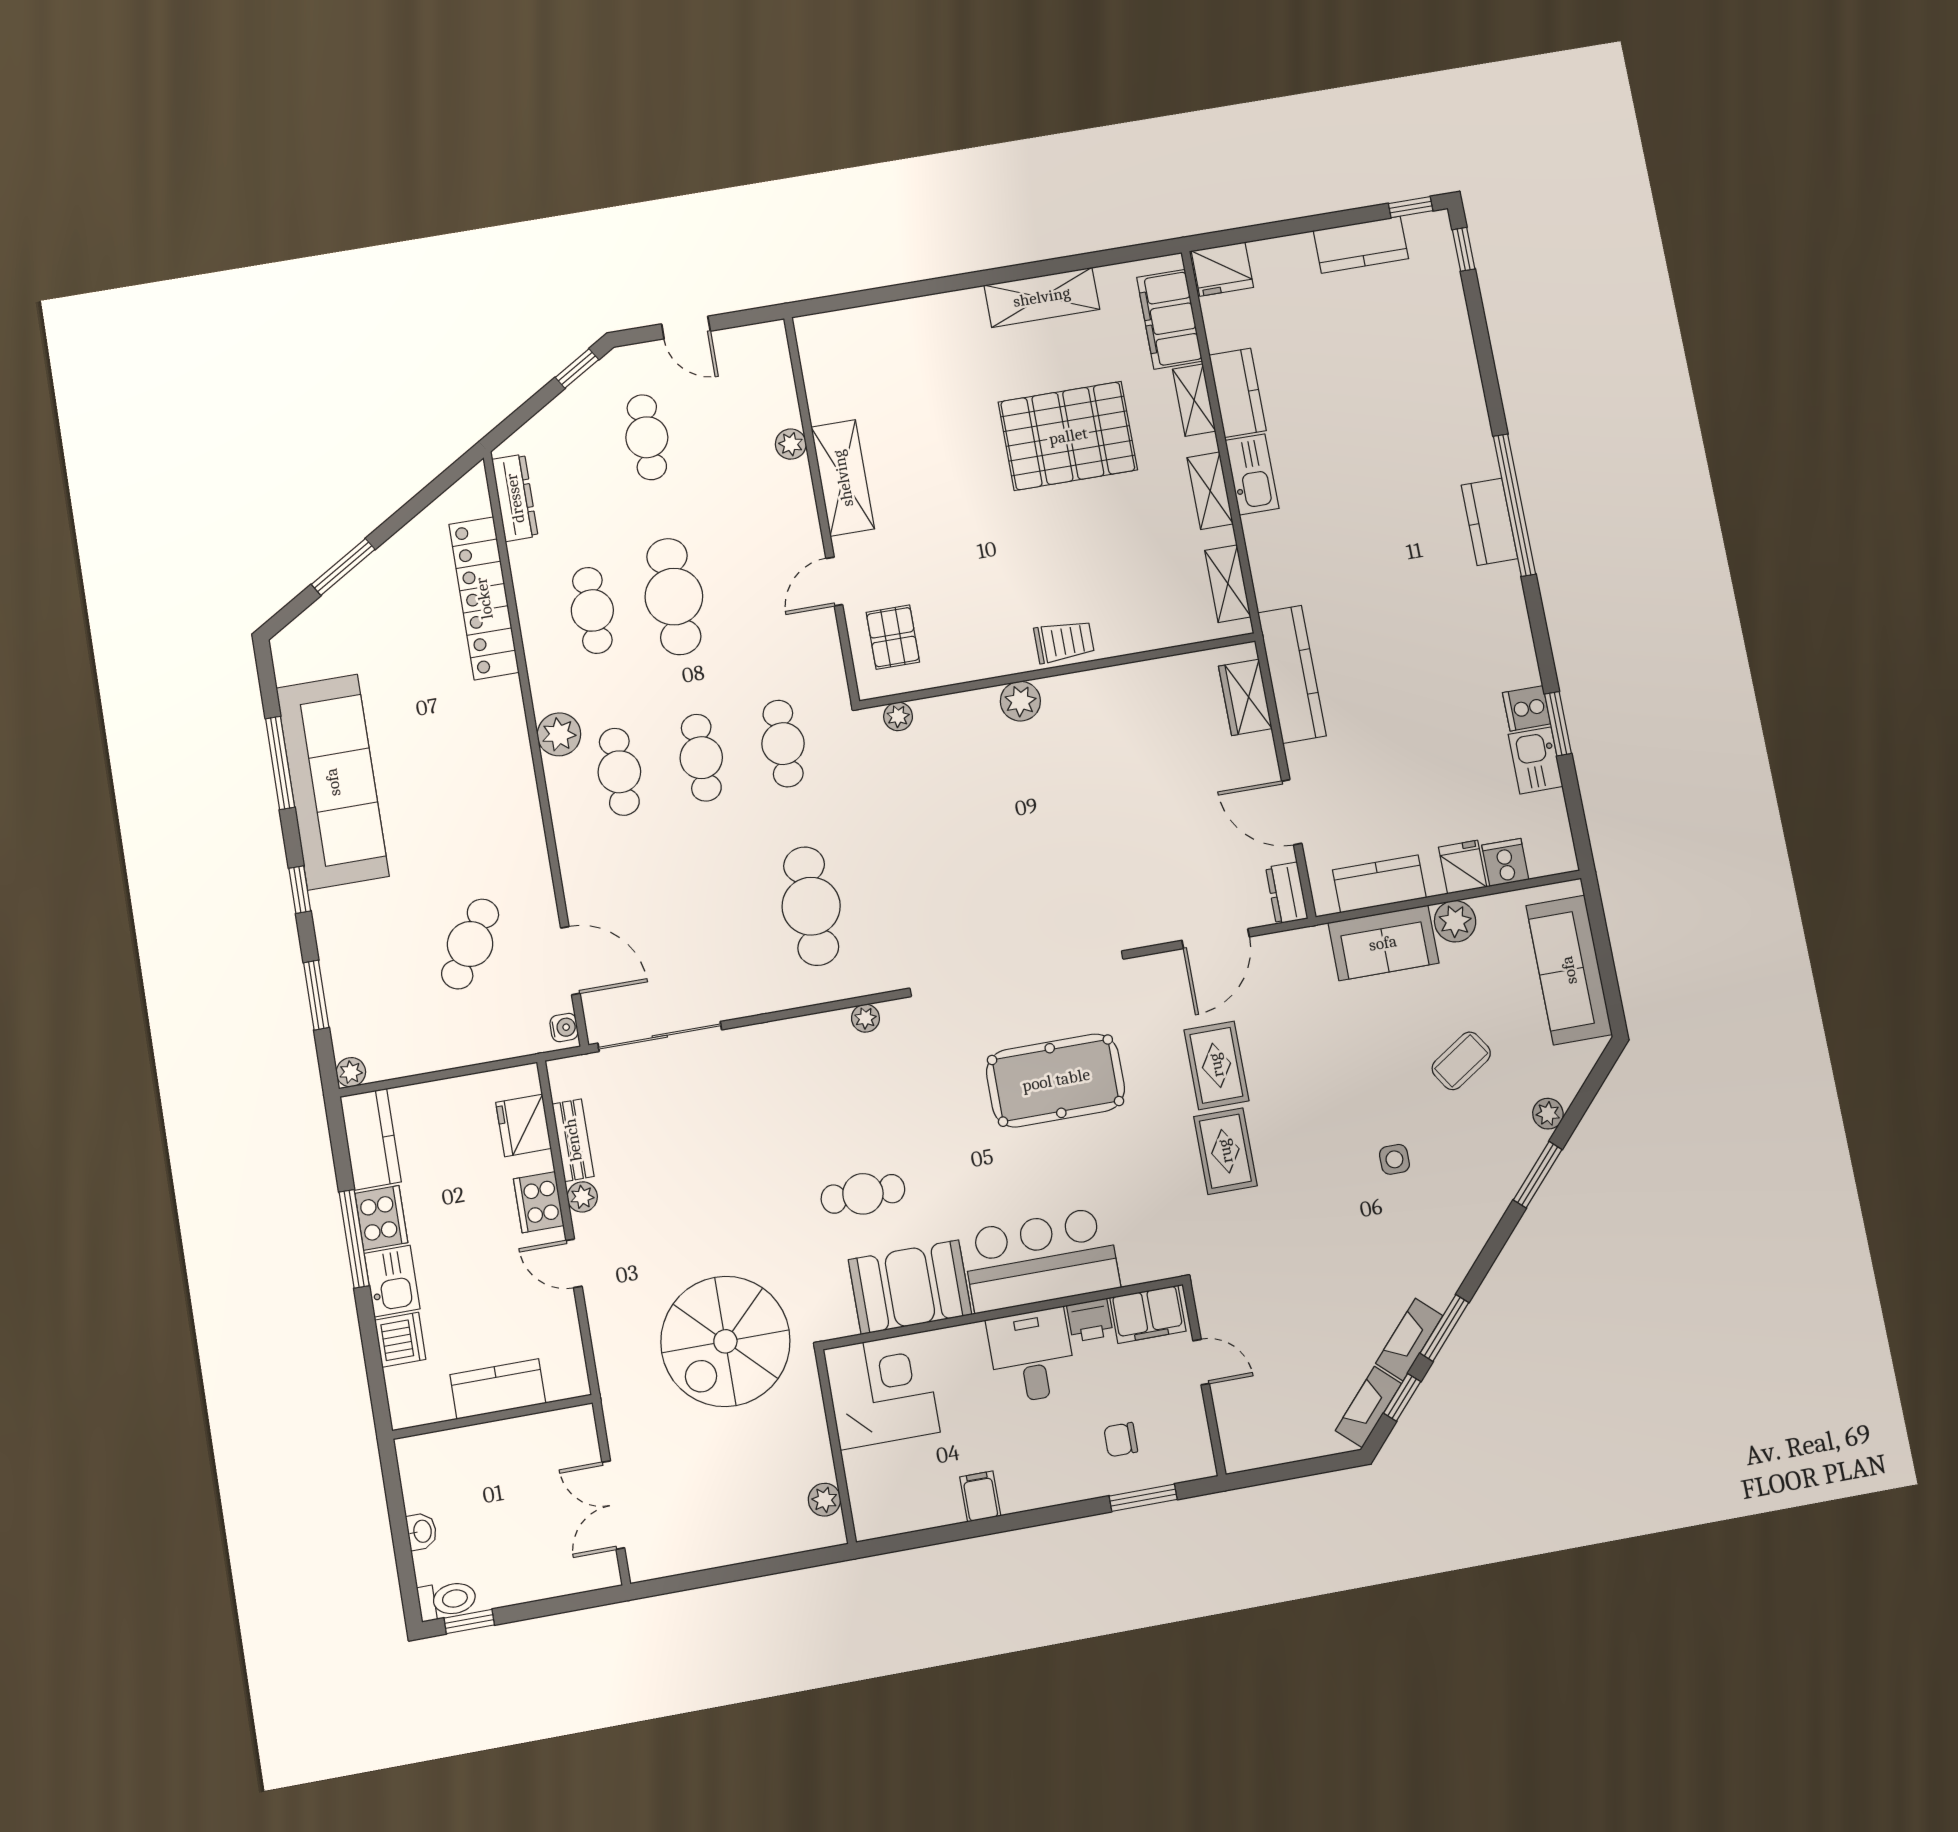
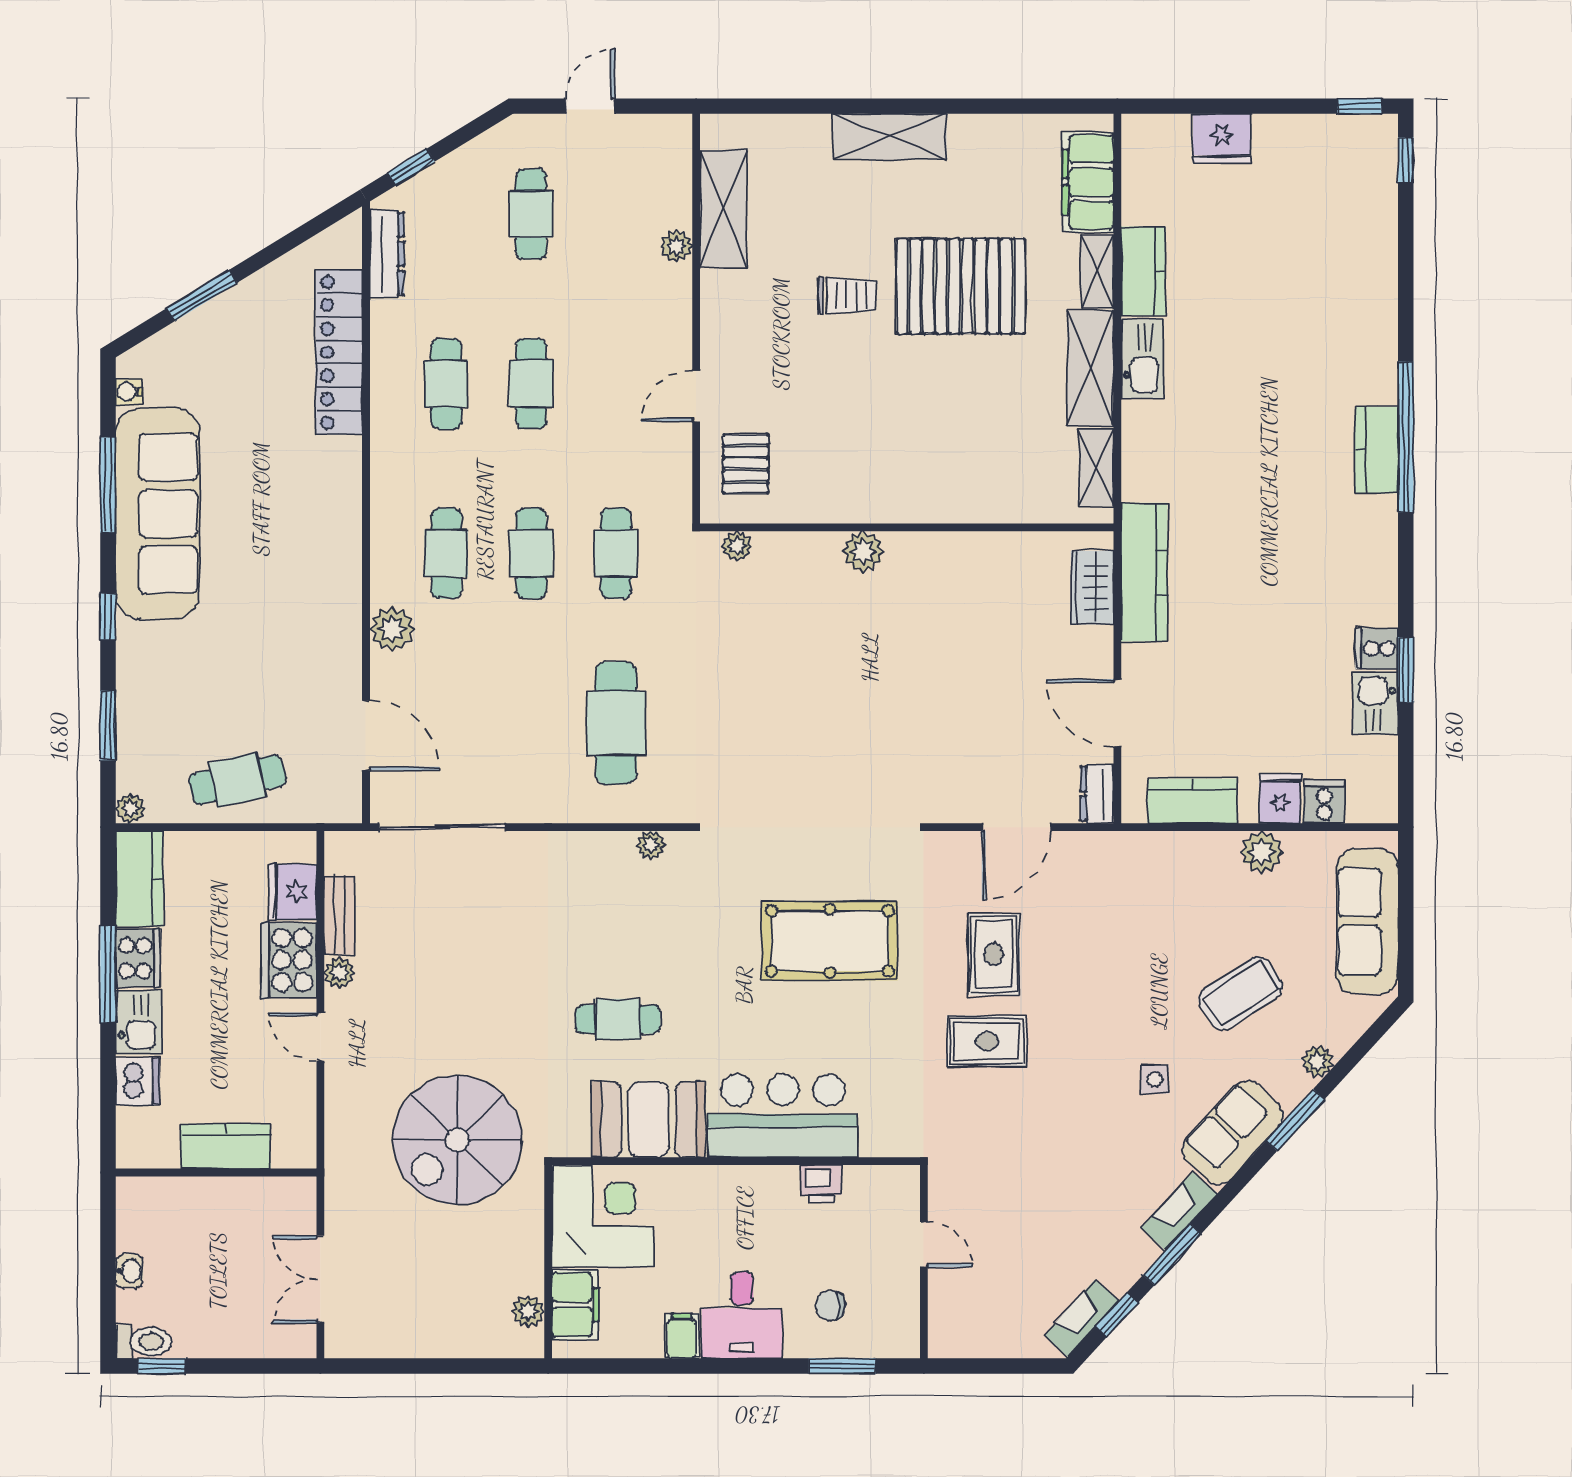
kitchen counter: (1361, 245) -> (1300, 137), removed
fridge: (1222, 269) -> (1222, 138), moved
shelving: (1042, 297) -> (890, 137), moved
door: (686, 328) -> (590, 106), swing flipped
window: (577, 368) -> (411, 167), moved
shelving: (843, 478) -> (723, 209), moved
shelving: (1210, 491) -> (1090, 368), width x1.50, depth x1.33
cafe table: (674, 597) -> (531, 384), width x0.73, depth x0.74
trolley: (1064, 641) -> (847, 296), moved
plant: (559, 734) -> (392, 629), moved
sofa: (1383, 943) -> (1233, 1132), moved, turned 132
cafe table: (470, 944) -> (237, 780), moved, turned 45
water cooler: (564, 1028) -> (129, 392), moved, turned 180
coffee table: (1461, 1061) -> (1240, 993), width x1.36, depth x1.30
rug: (1225, 1151) -> (987, 1041), turned 90
cooker: (539, 1202) -> (289, 960), width x1.37, depth x1.31
filing cabinet: (1148, 1314) -> (575, 1305), moved, turned -90
fireplace: (1409, 1339) -> (1179, 1211), moved
desk: (1032, 1356) -> (742, 1315), moved, turned 180

